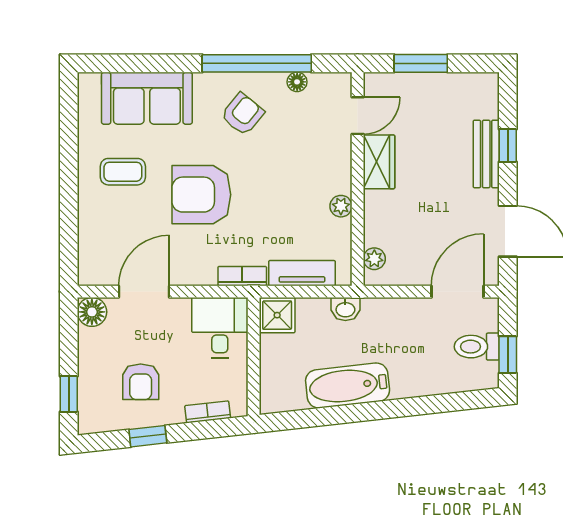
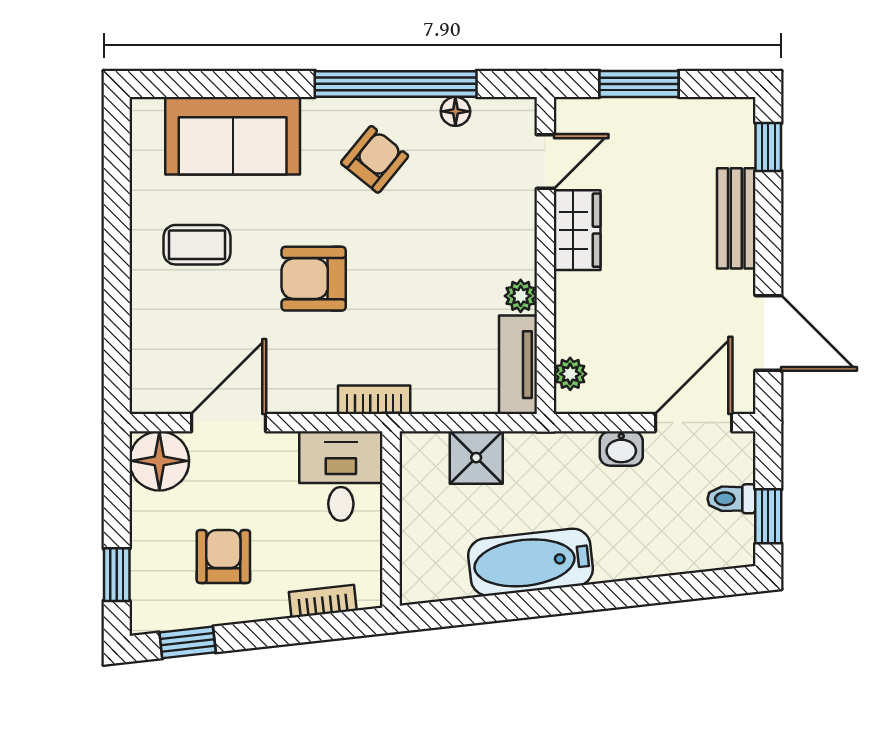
window: (508, 145) -> (768, 147), moved
armchair: (201, 195) -> (314, 279), width x0.73, depth x0.73
tv unit: (302, 273) -> (518, 365), moved, turned -90
washbasin: (345, 309) -> (621, 449), moved
floor lamp: (92, 312) -> (159, 461), width x1.38, depth x1.38
shower: (277, 315) -> (476, 458), moved
toilet: (477, 347) -> (732, 499), width x0.73, depth x0.72
armchair: (141, 382) -> (223, 557), turned 180
window: (148, 436) -> (188, 642), moved

